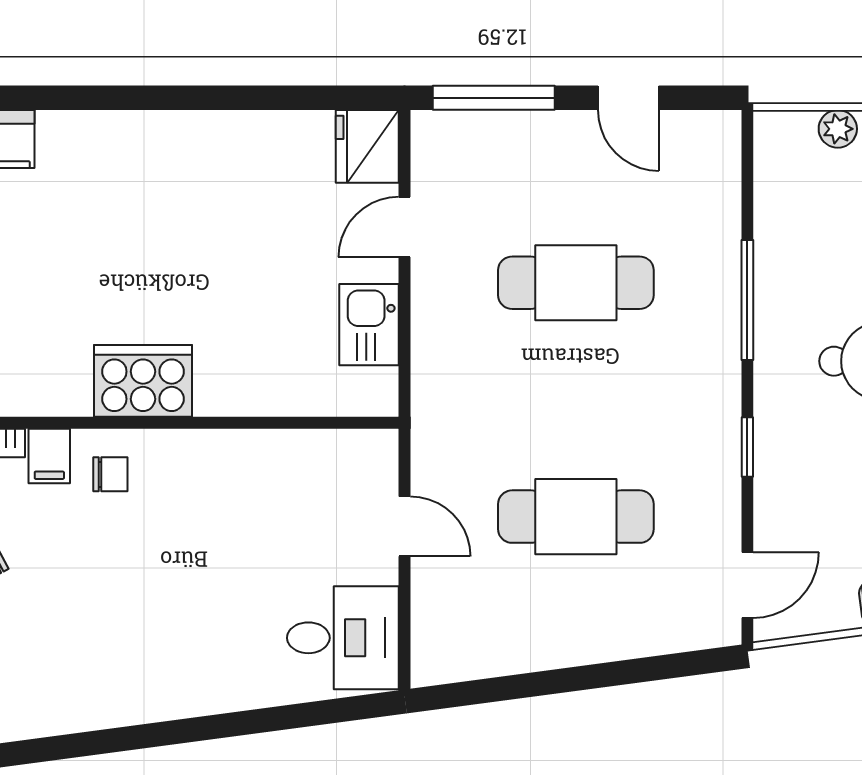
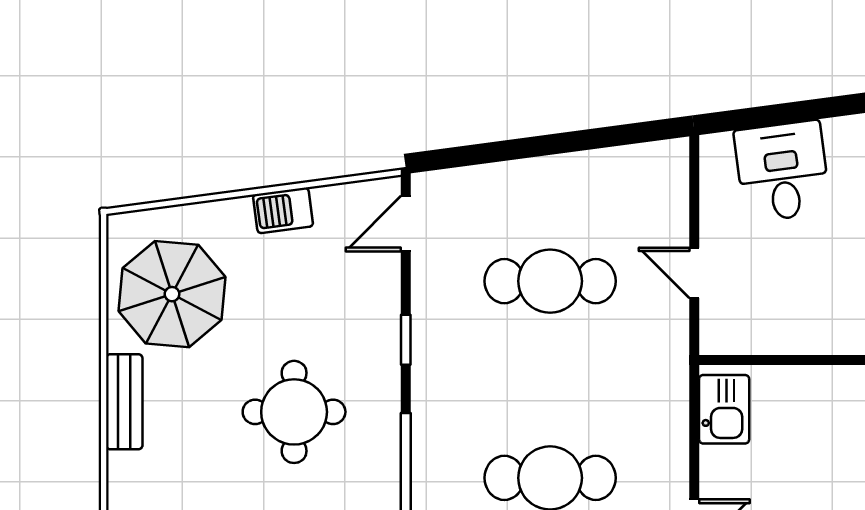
kitchen sink: (369, 325) -> (724, 409), moved
desk: (343, 638) -> (782, 171), moved, turned 82

